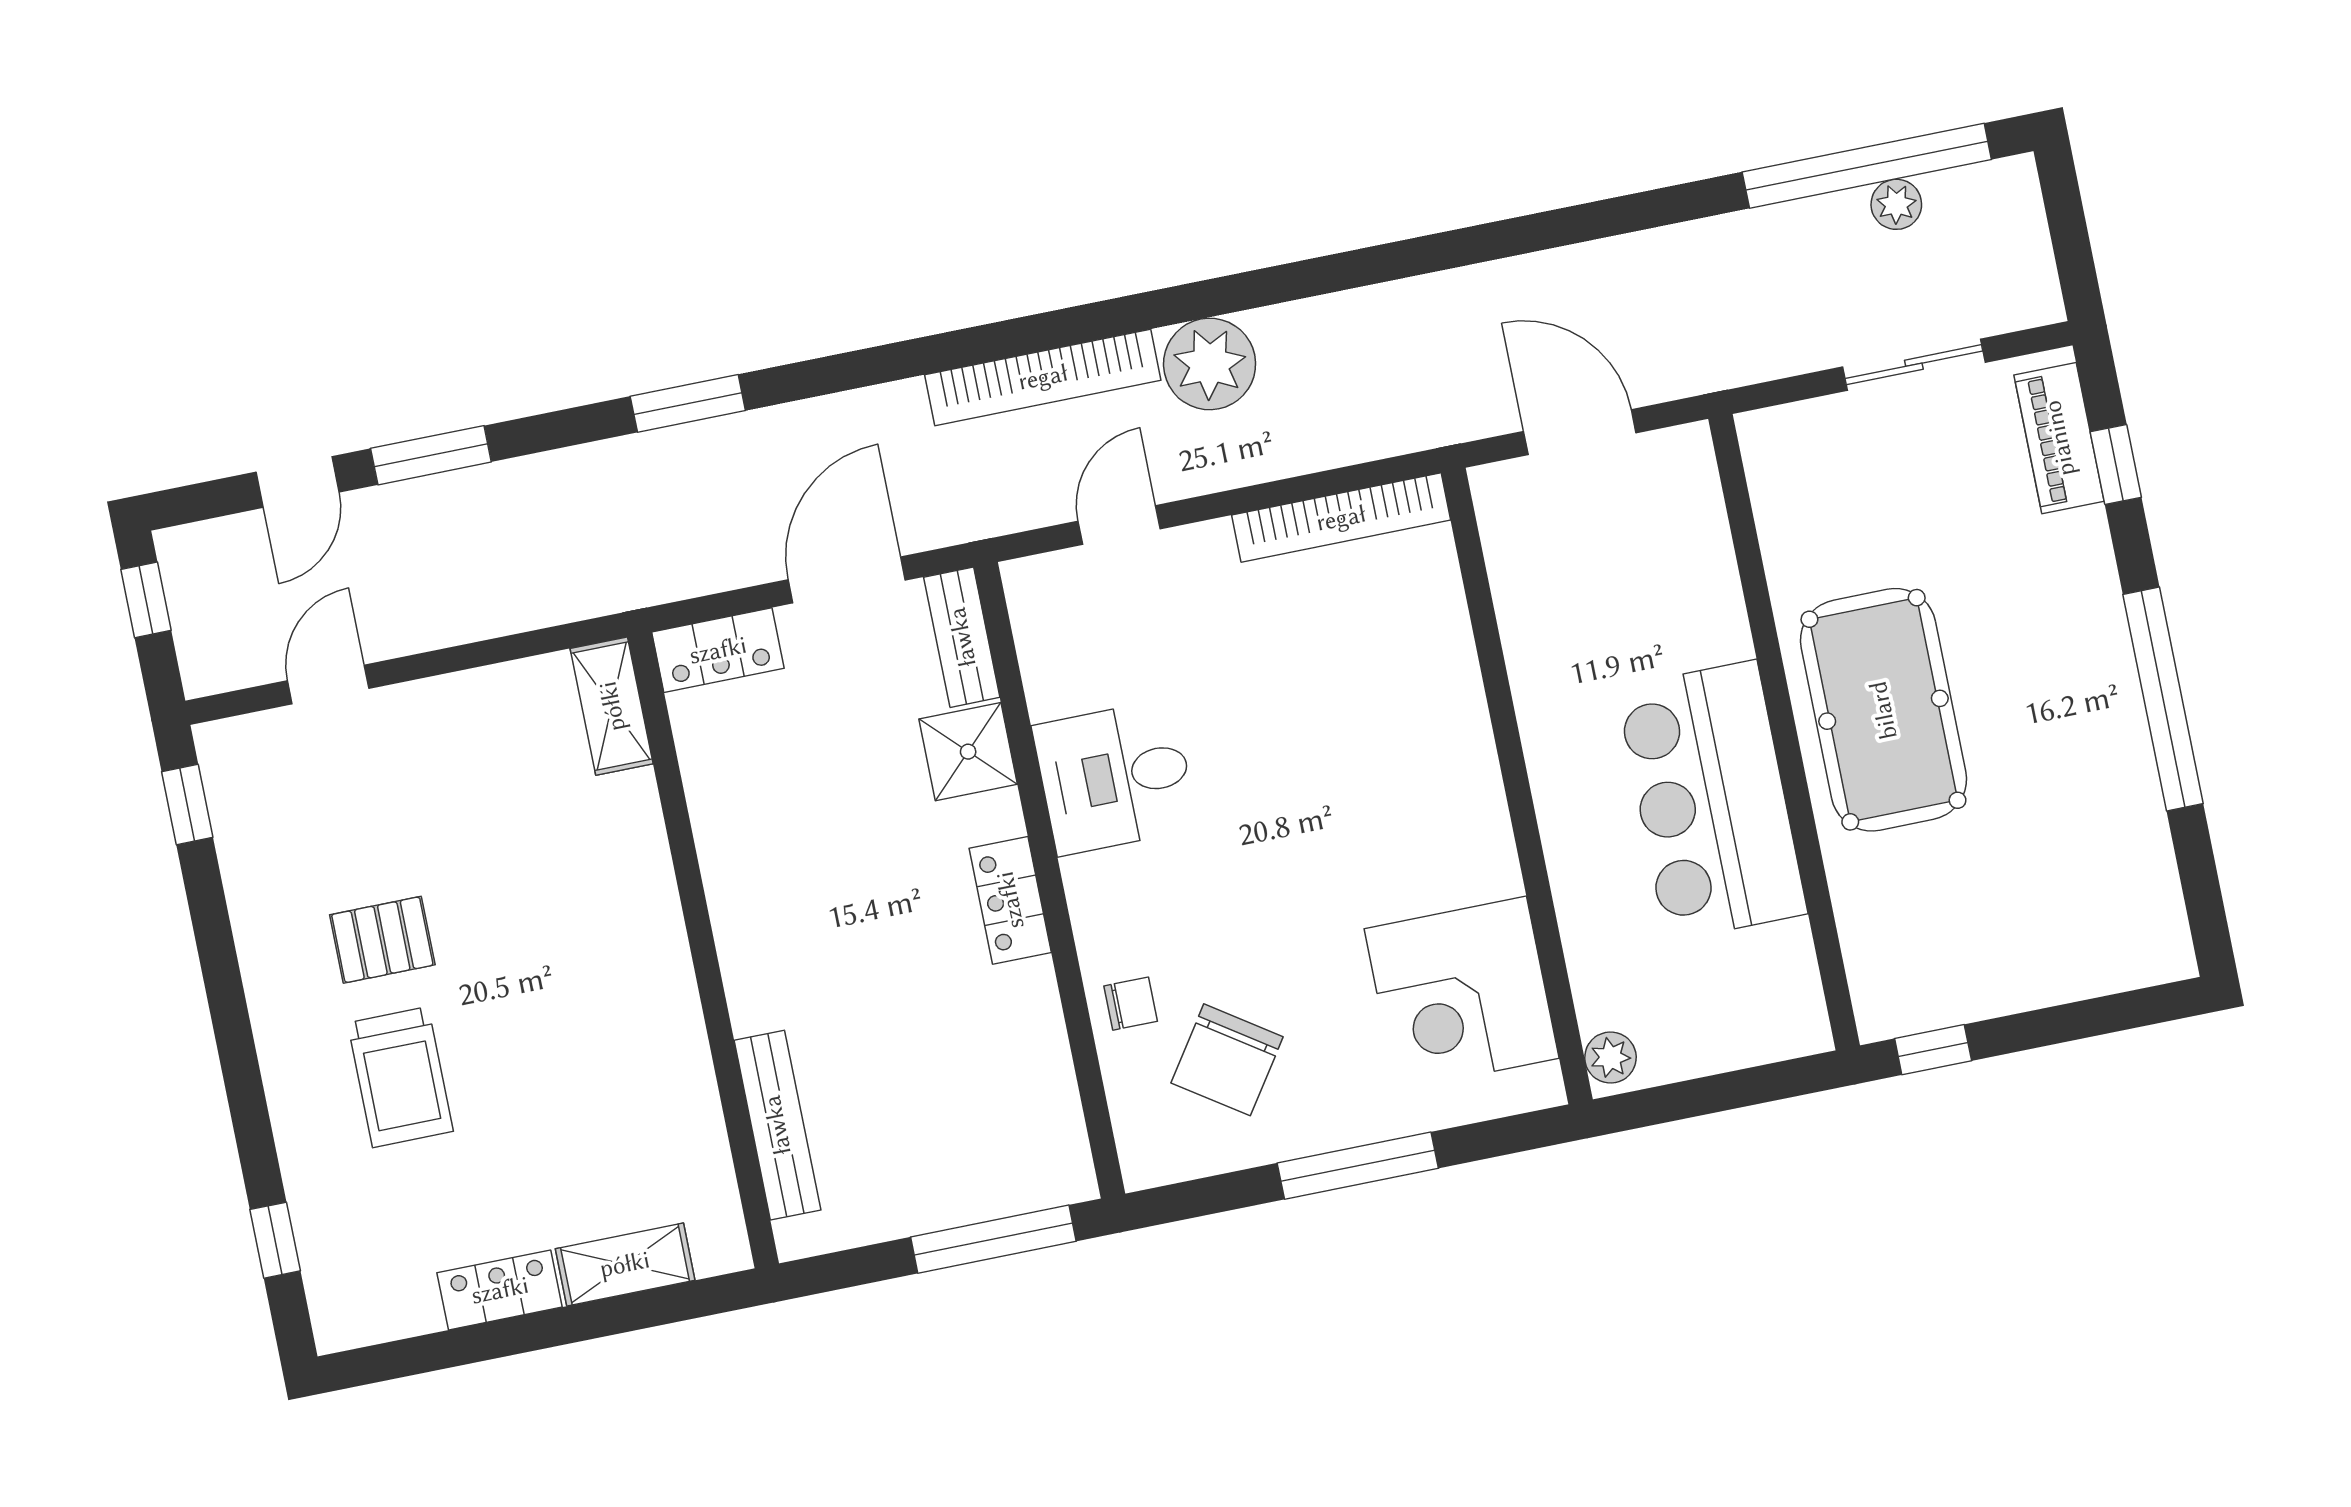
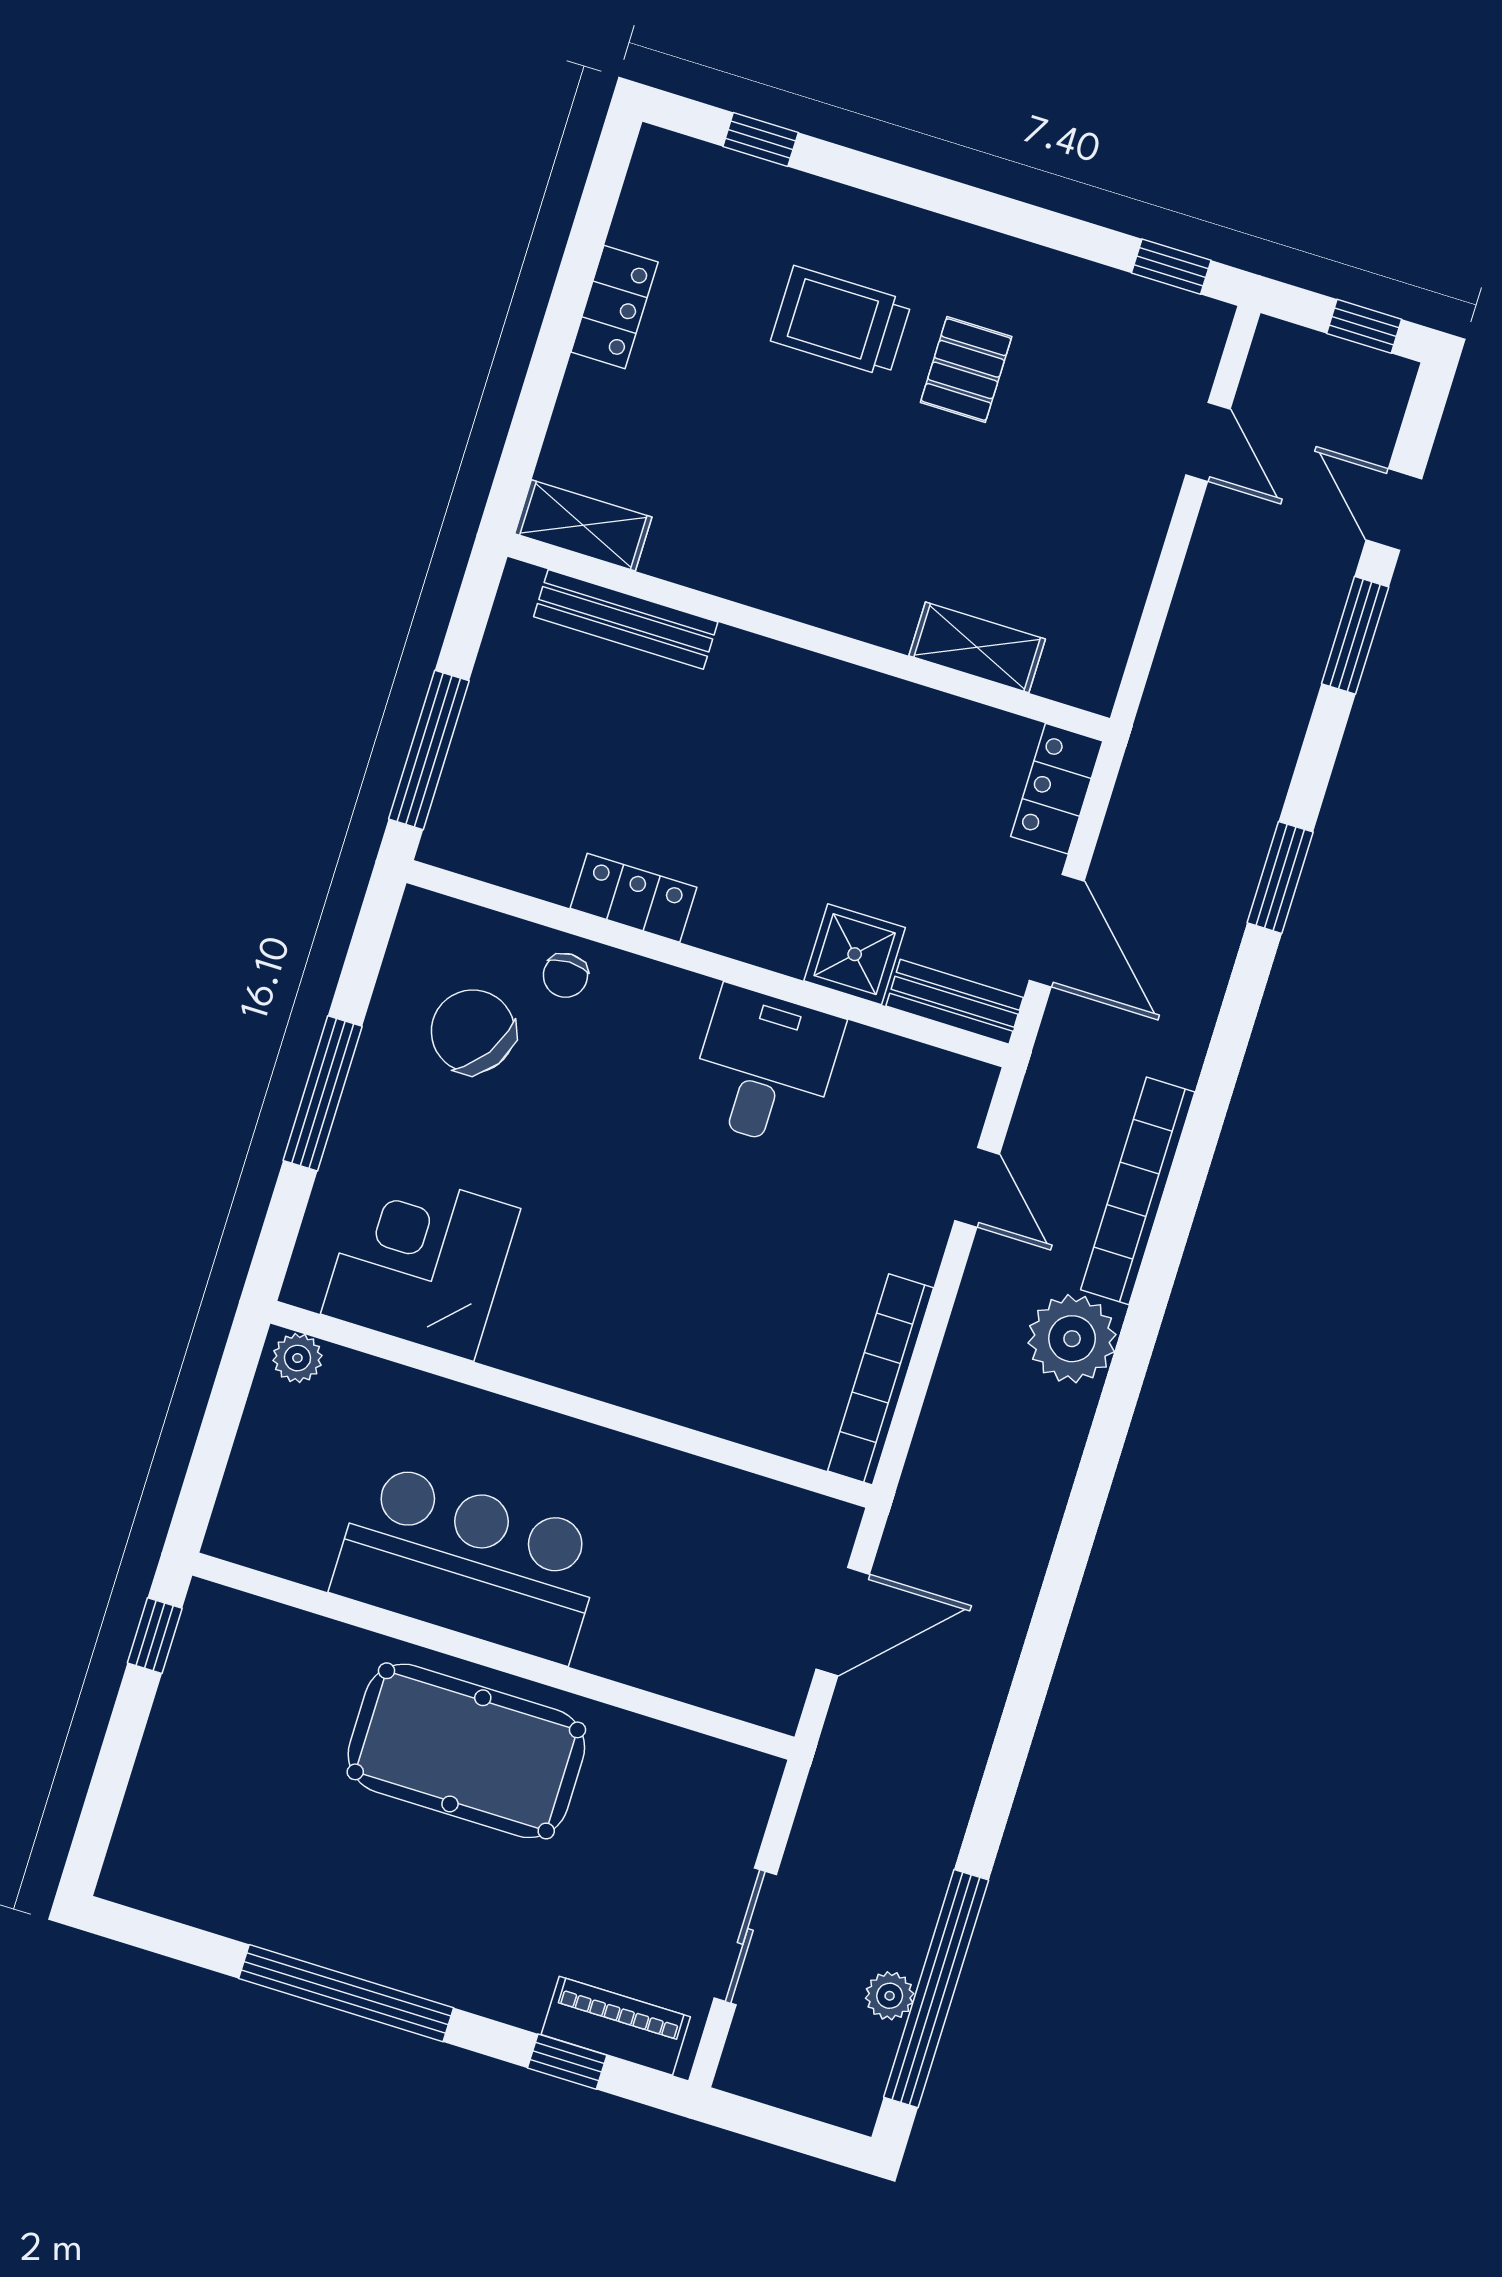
shelving: (612, 706) -> (977, 647), moved
locker: (1010, 900) -> (634, 898), moved
shelving: (625, 1264) -> (583, 525), moved, turned 90

